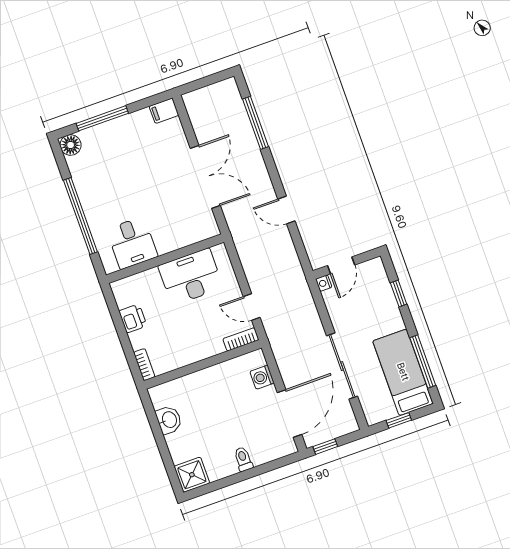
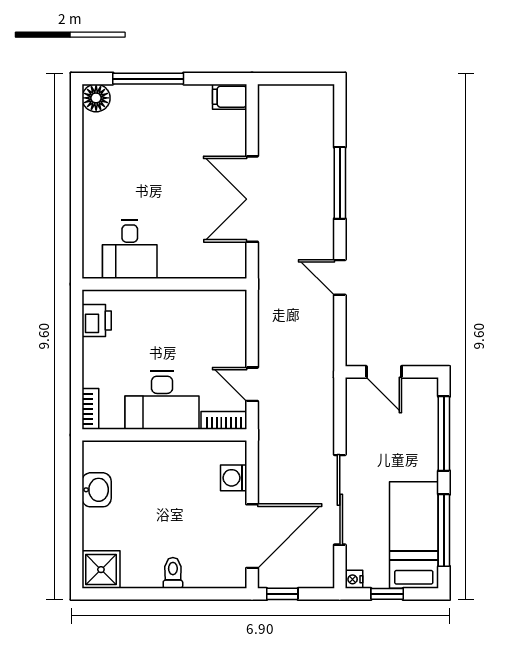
window: (255, 123) -> (340, 183), moved
double door: (205, 177) -> (252, 199), swing flipped
window: (80, 216) -> (77, 192), removed
door: (341, 265) -> (384, 372), hinge flipped
desk: (191, 277) -> (162, 400), moved, turned 180
nightstand: (324, 283) -> (354, 579), moved
window: (399, 294) -> (444, 434), width x2.17
printer: (133, 318) -> (97, 320), moved

